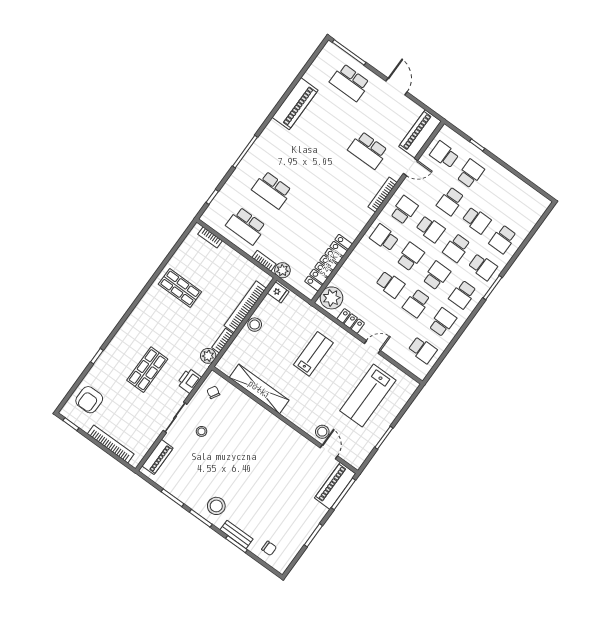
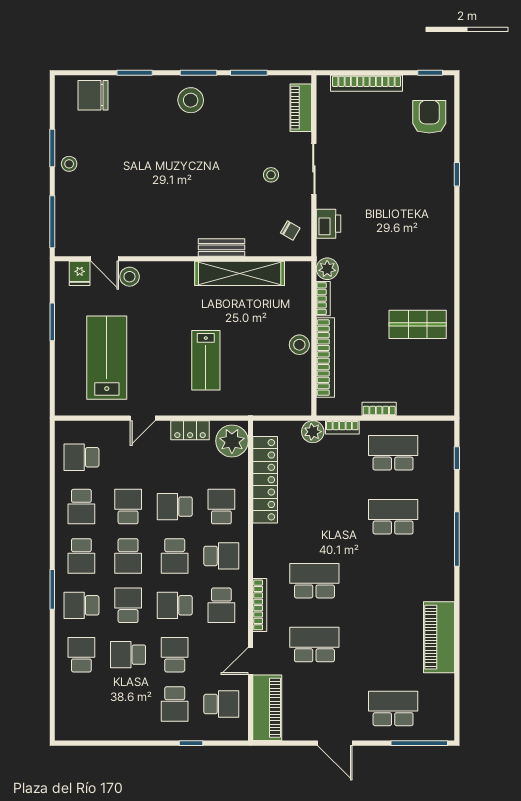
school desk: (342, 186) -> (314, 581), added
bookcase: (210, 237) -> (379, 409), moved
school desk: (364, 265) -> (221, 507), added
fridge: (278, 292) -> (80, 273), moved, turned -90
school desk: (463, 295) -> (81, 556), turned 180
shop shelf: (147, 370) -> (387, 201), removed
piano: (335, 486) -> (69, 224), removed
stool: (310, 520) -> (69, 164), added
bench: (237, 534) -> (221, 247), moved
chair: (269, 548) -> (93, 95), width x1.87, depth x1.87

